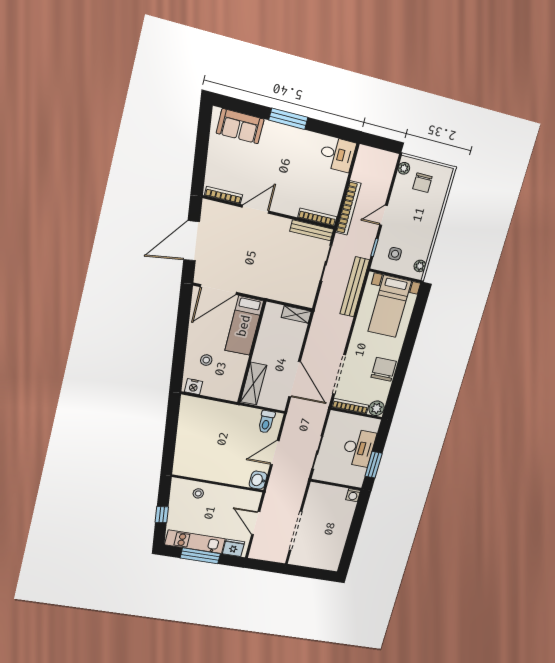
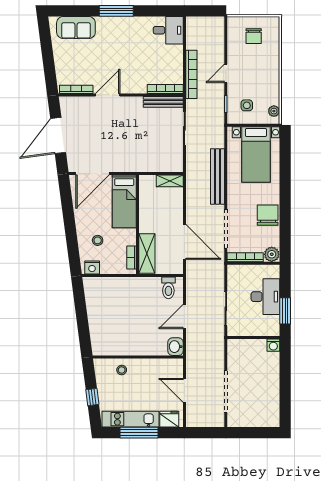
plant: (404, 168) -> (233, 28), removed
bench: (355, 287) -> (217, 176), moved
bookcase: (237, 384) -> (132, 258), added

